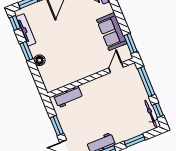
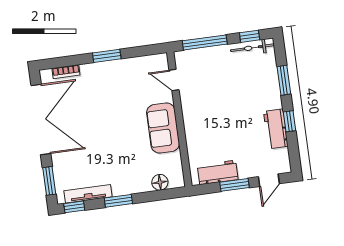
sofa: (112, 32) -> (163, 128), moved, turned 90
window: (131, 43) -> (107, 56), moved
floor lamp: (39, 60) -> (160, 182), moved
workbench: (68, 97) -> (218, 172), moved, turned -90

